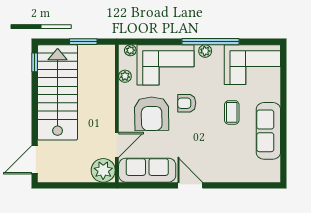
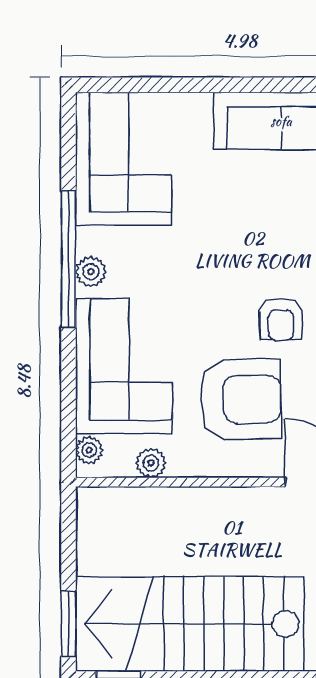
window: (83, 42) -> (68, 624), moved
armchair: (187, 103) -> (281, 319), moved
coffee table: (232, 112) -> (237, 208), removed

